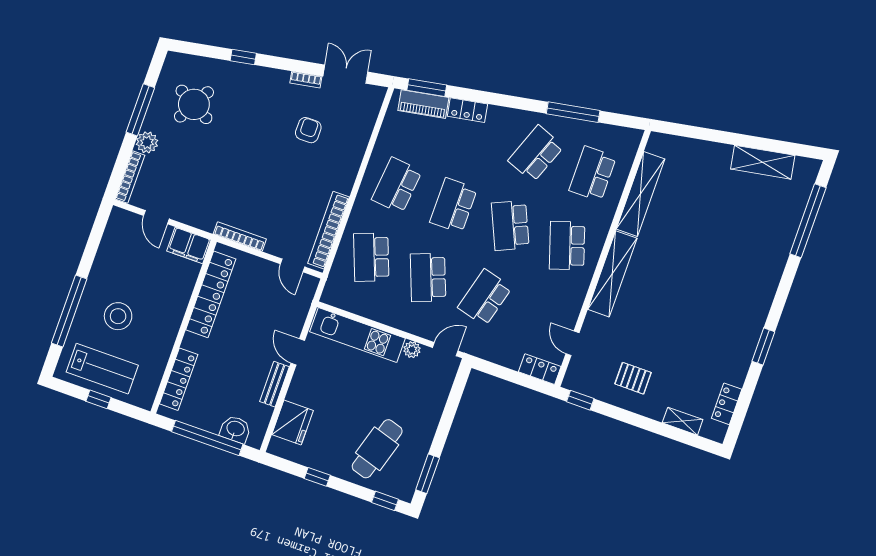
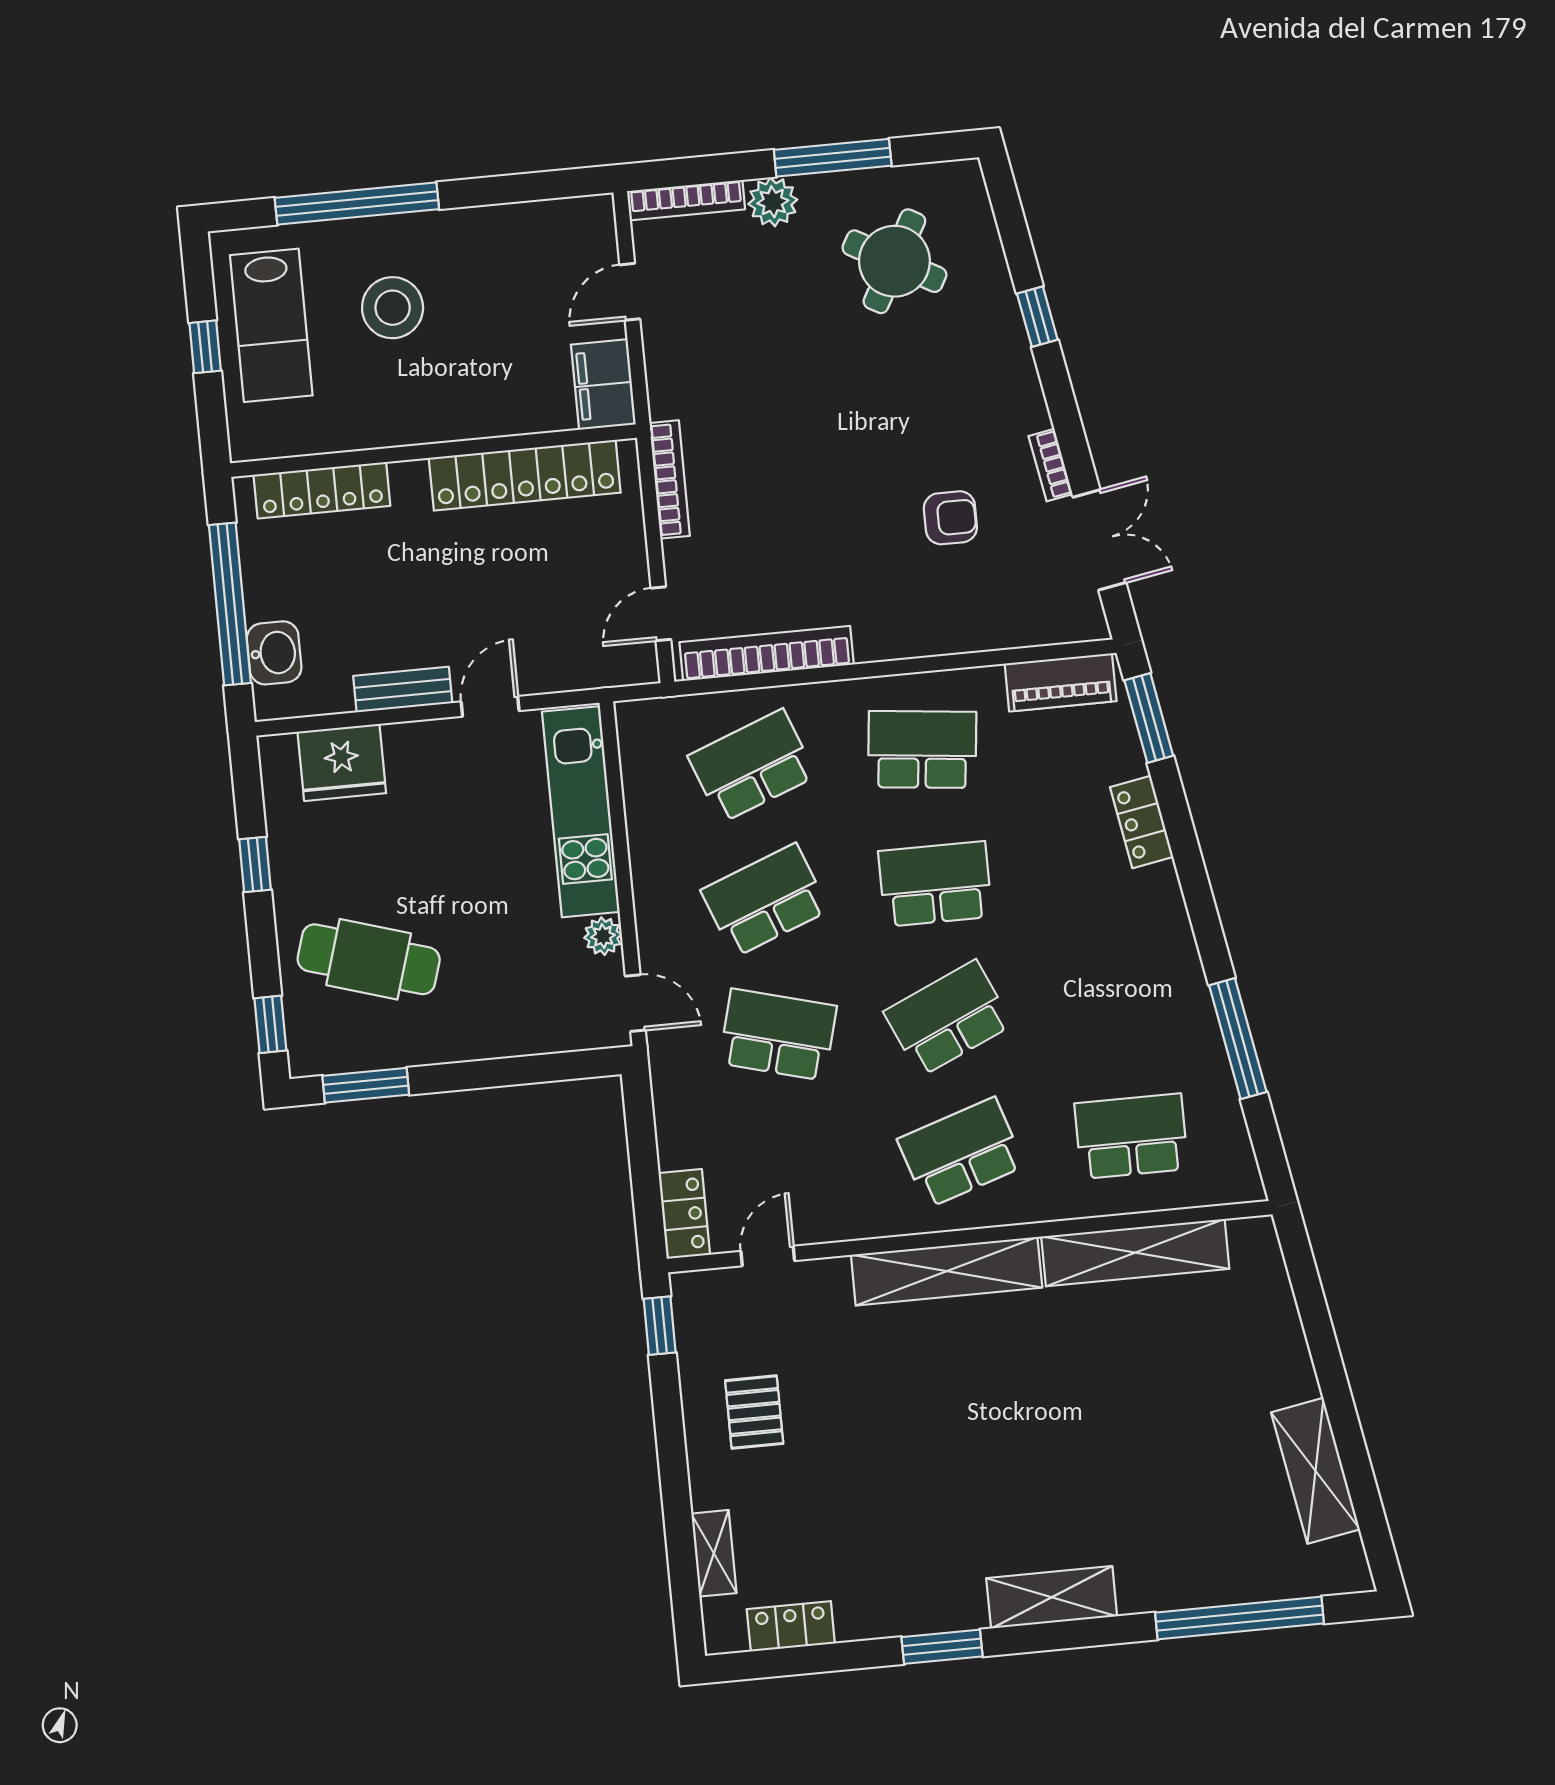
piano: (423, 104) -> (1061, 682), moved, turned -80
school desk: (536, 154) -> (1118, 1002), removed
shelving: (764, 293) -> (1052, 1597), added

